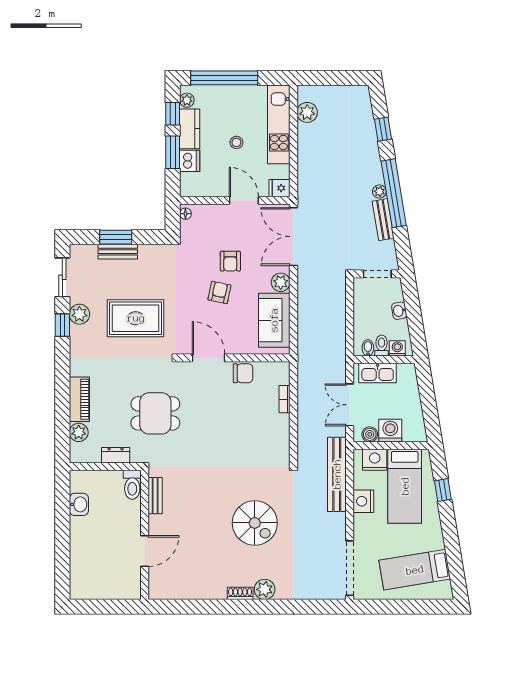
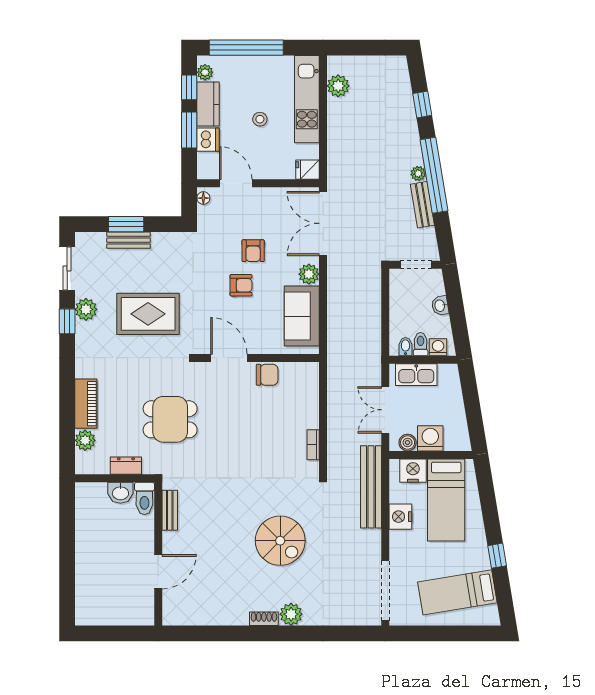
door: (244, 200) -> (236, 183), moved
armchair: (219, 292) -> (241, 285), turned 78
bookcase: (285, 399) -> (313, 445), moved
window: (443, 490) -> (497, 556), moved
washbasin: (79, 504) -> (120, 493), moved, turned 90

